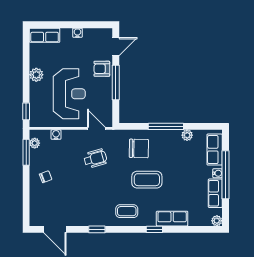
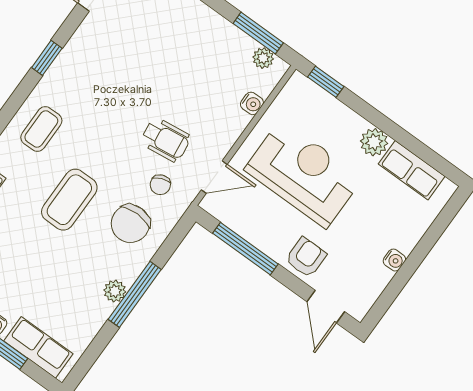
row of seats: (45, 35) -> (412, 170), moved, turned -90
window: (116, 83) -> (245, 249), moved
reception desk: (69, 94) -> (303, 174), turned 180
plant: (187, 135) -> (115, 291), moved
wheelchair: (95, 159) -> (166, 140), turned -81
chair: (46, 177) -> (160, 185), moved

